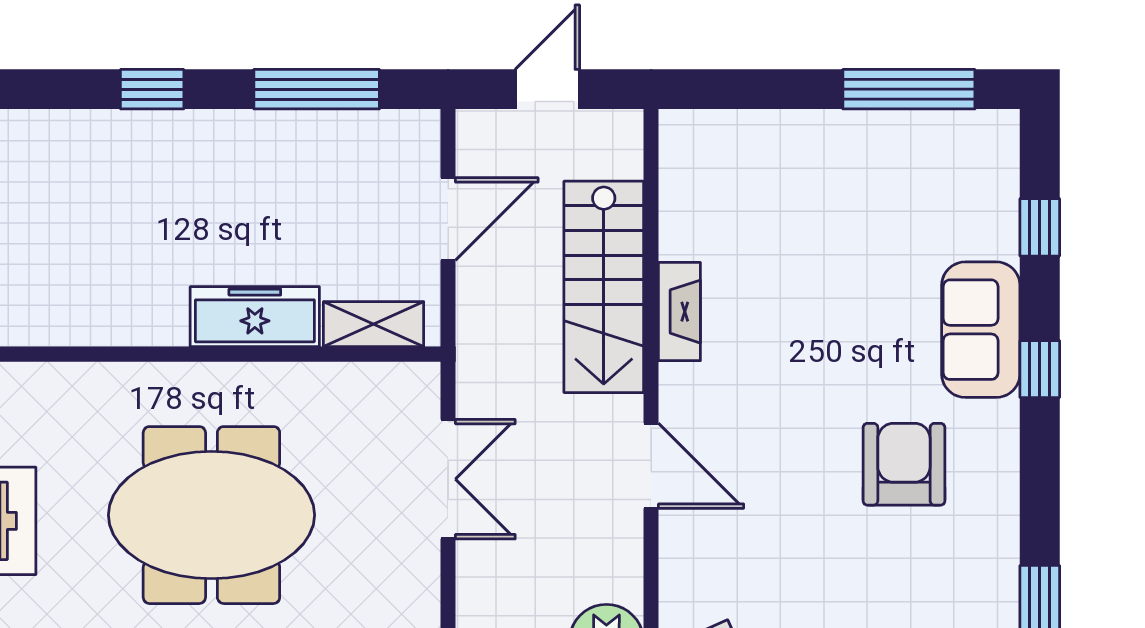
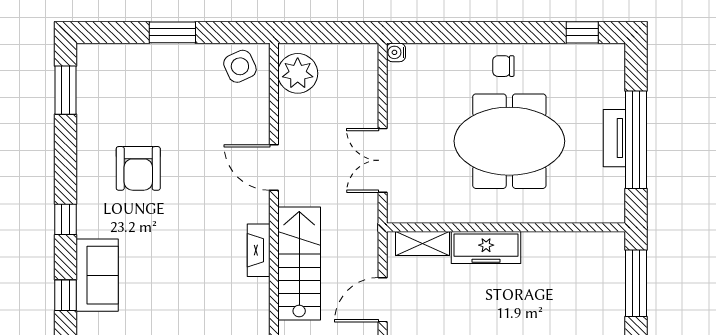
sofa: (981, 330) -> (97, 275), moved

